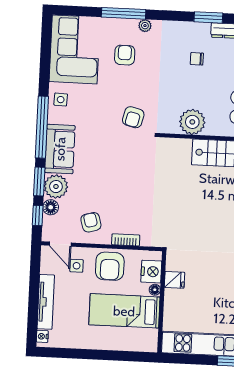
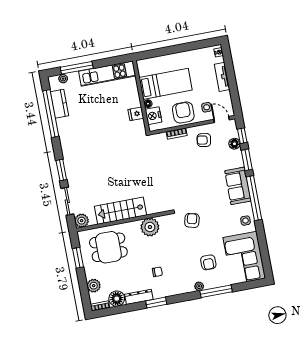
plant: (56, 187) -> (234, 159), removed
armchair: (91, 222) -> (204, 140), turned 115
tv unit: (46, 302) -> (222, 77), width x0.71

